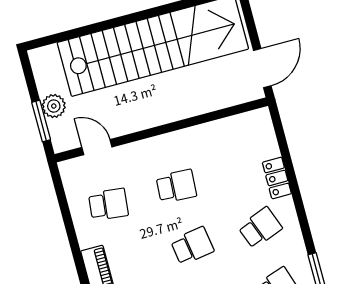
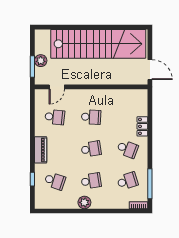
door: (262, 68) -> (150, 70), hinge flipped
door: (97, 147) -> (57, 87), swing flipped
school desk: (260, 228) -> (127, 149), turned 42

